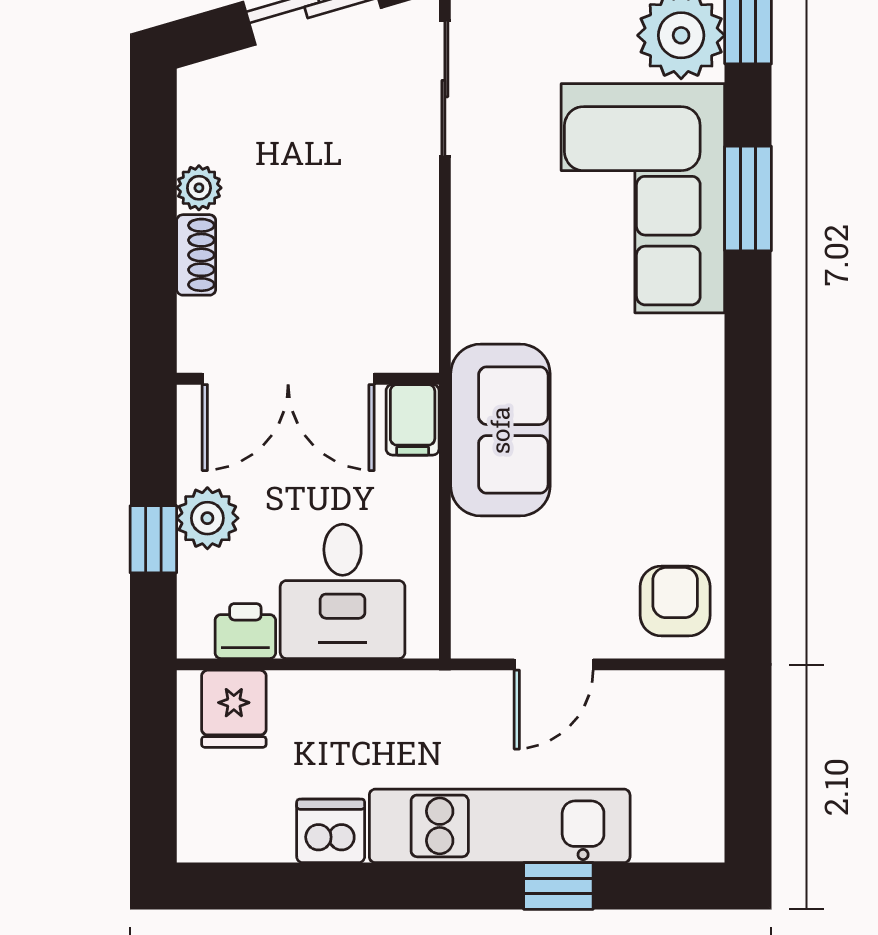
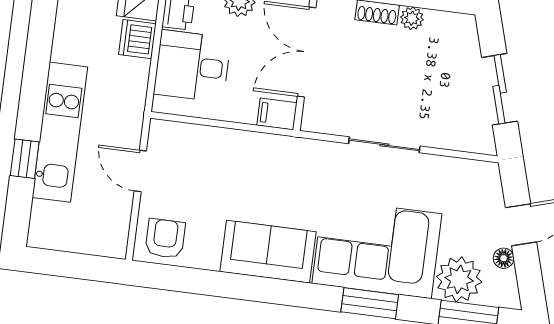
sliding door: (445, 89) -> (384, 145), moved
sofa: (500, 430) -> (268, 252), moved, turned 180
armchair: (675, 601) -> (165, 238), turned -90
dishwasher: (331, 831) -> (137, 39), moved, turned 180

